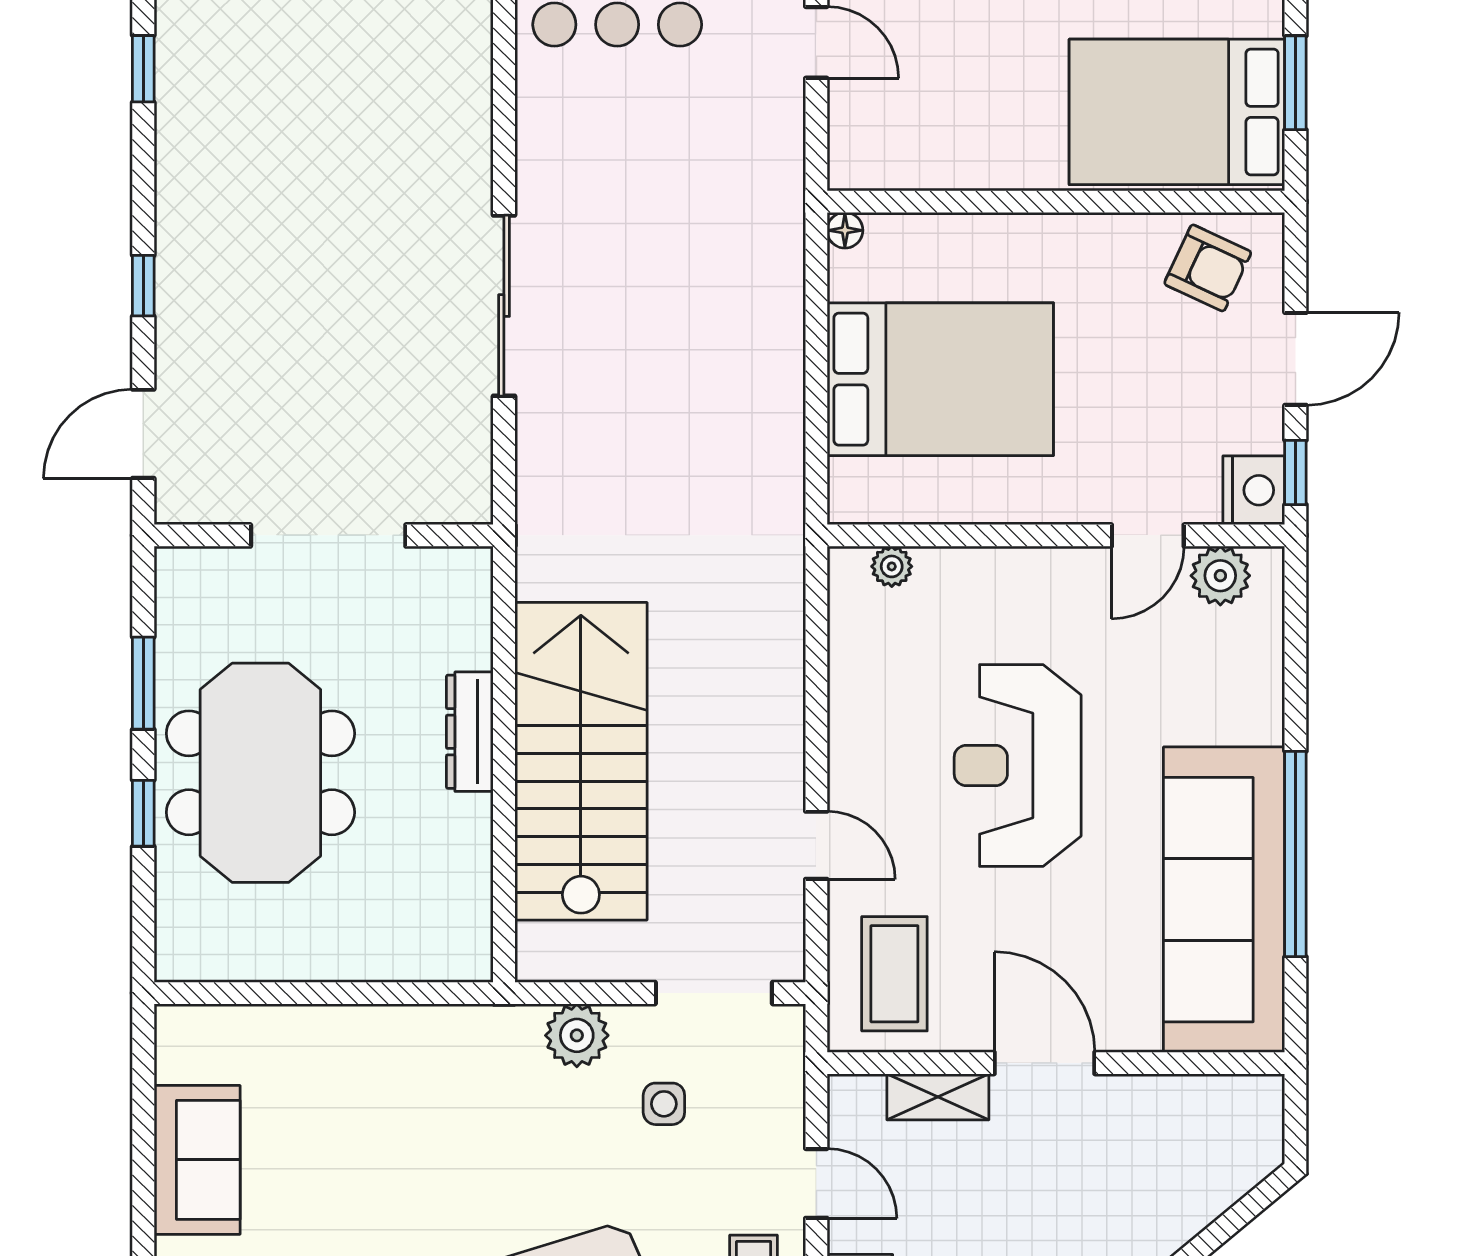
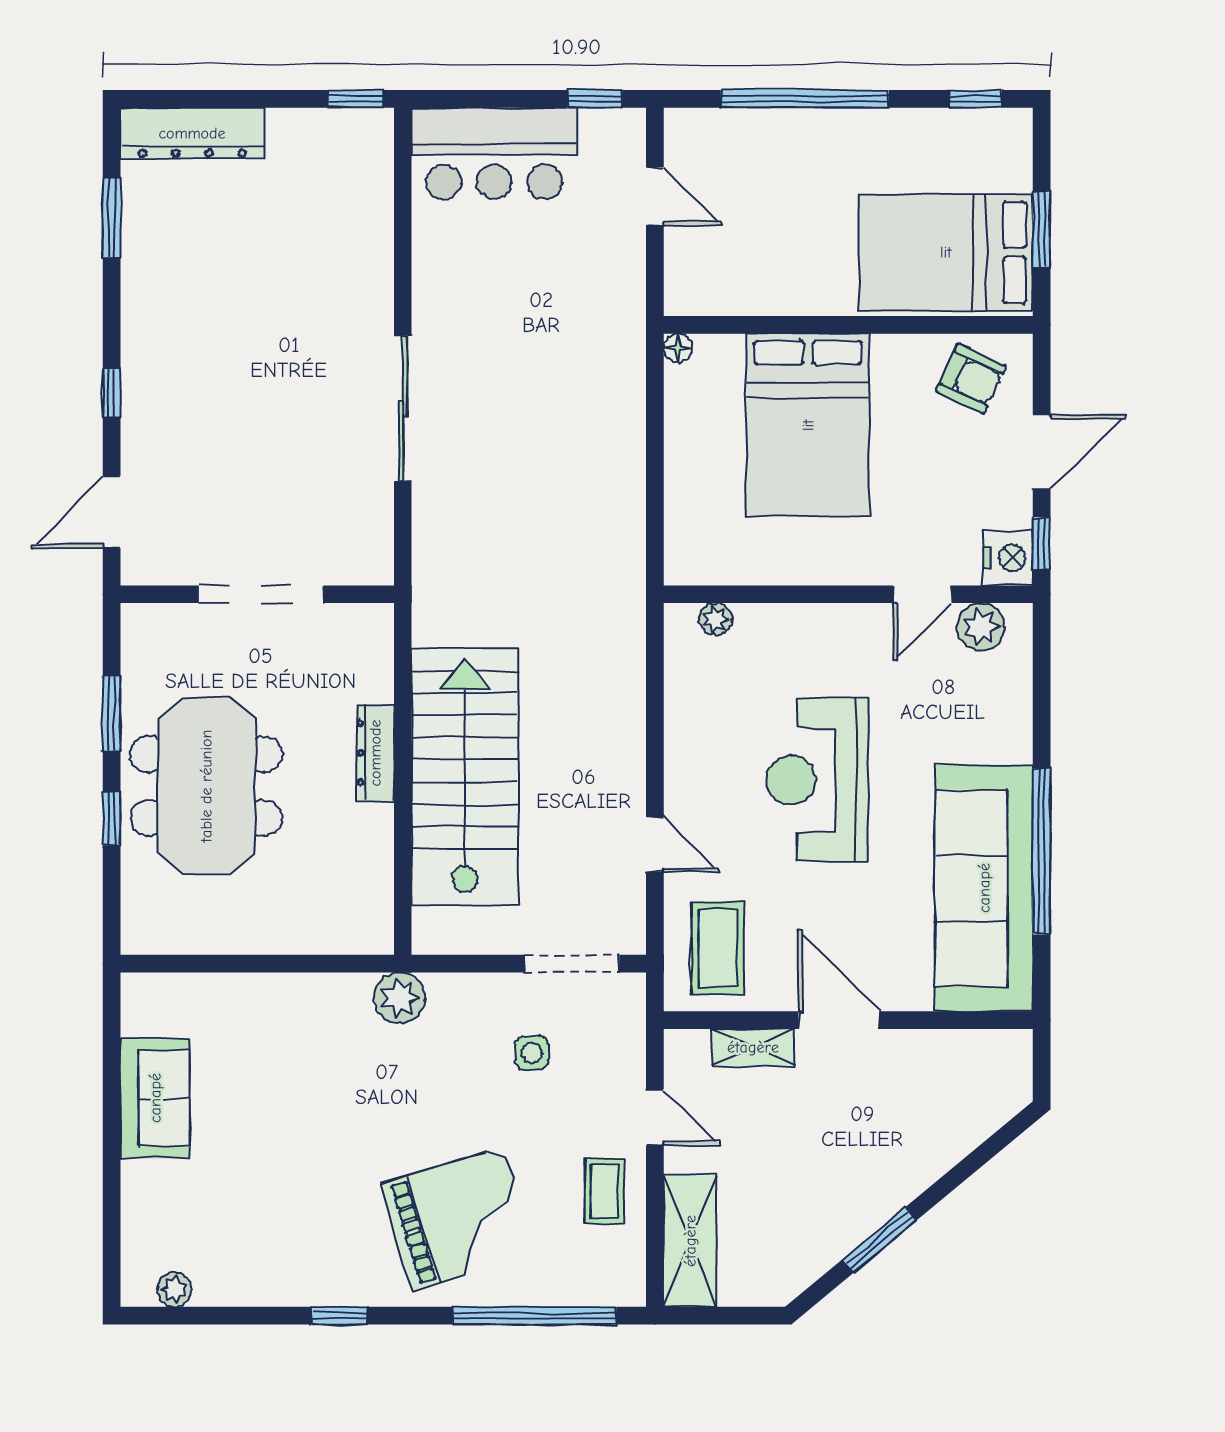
window: (143, 69) -> (112, 218), width x1.50
bed: (940, 379) -> (808, 425), moved, turned 90
plant: (577, 1035) -> (400, 998), moved

